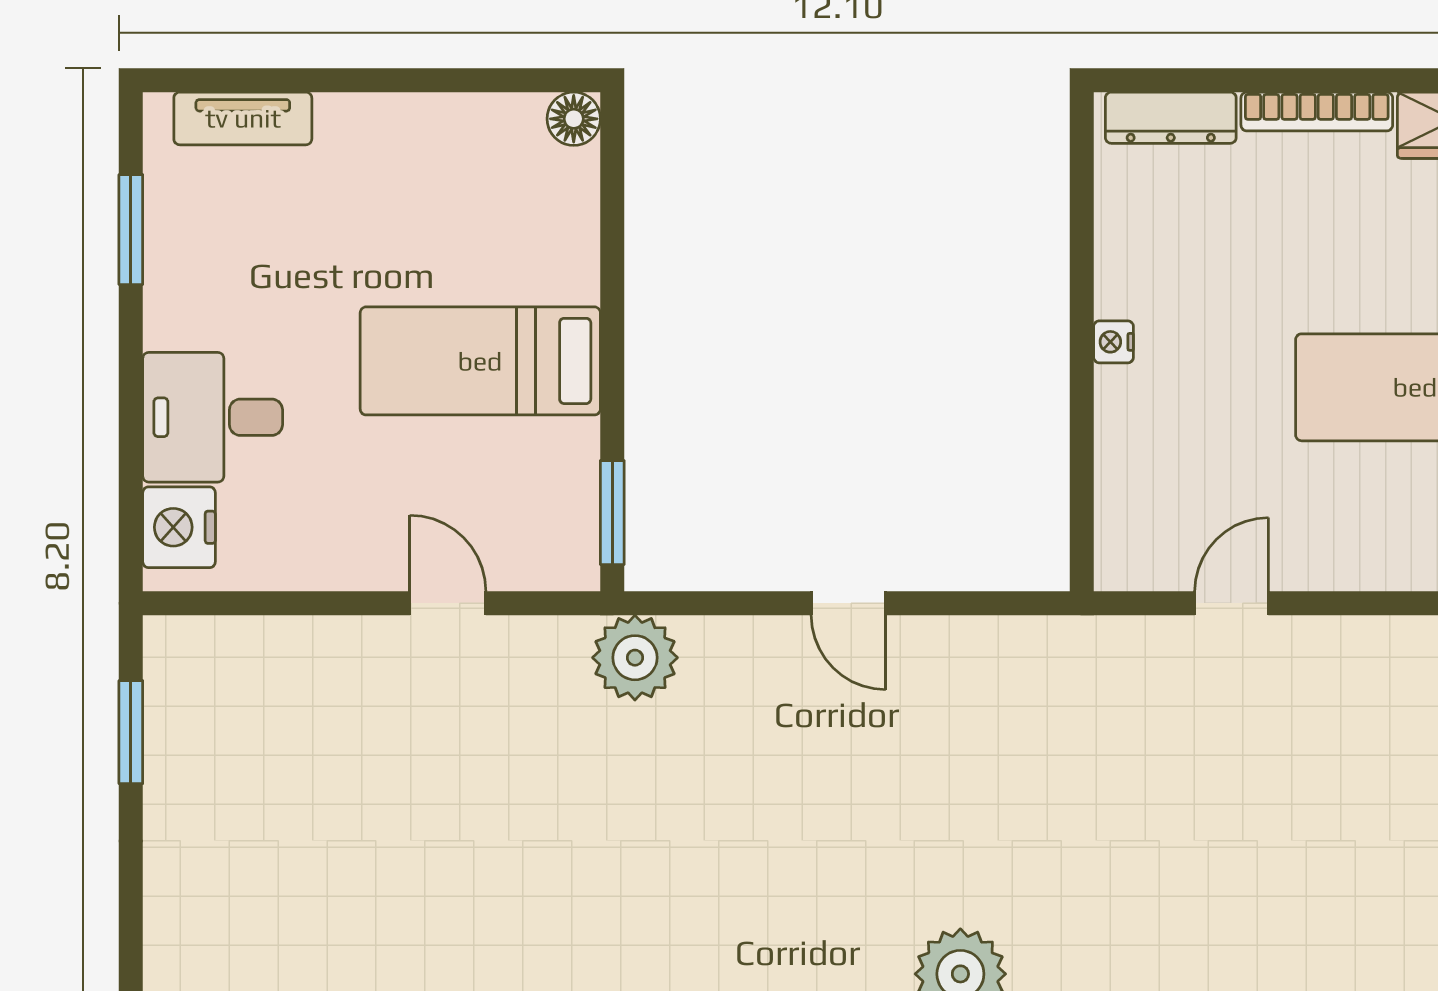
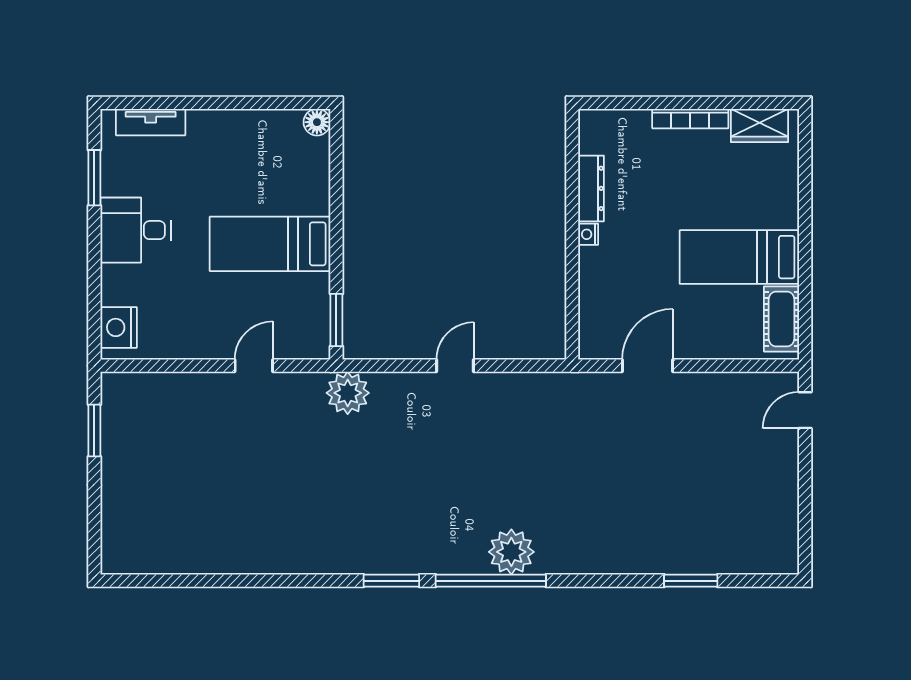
dresser: (1171, 118) -> (591, 188), moved, turned -90
desk: (213, 417) -> (135, 230), moved
door: (448, 603) -> (254, 366), hinge flipped
door: (848, 603) -> (455, 366), swing flipped
door: (1232, 603) -> (648, 366), width x1.38

